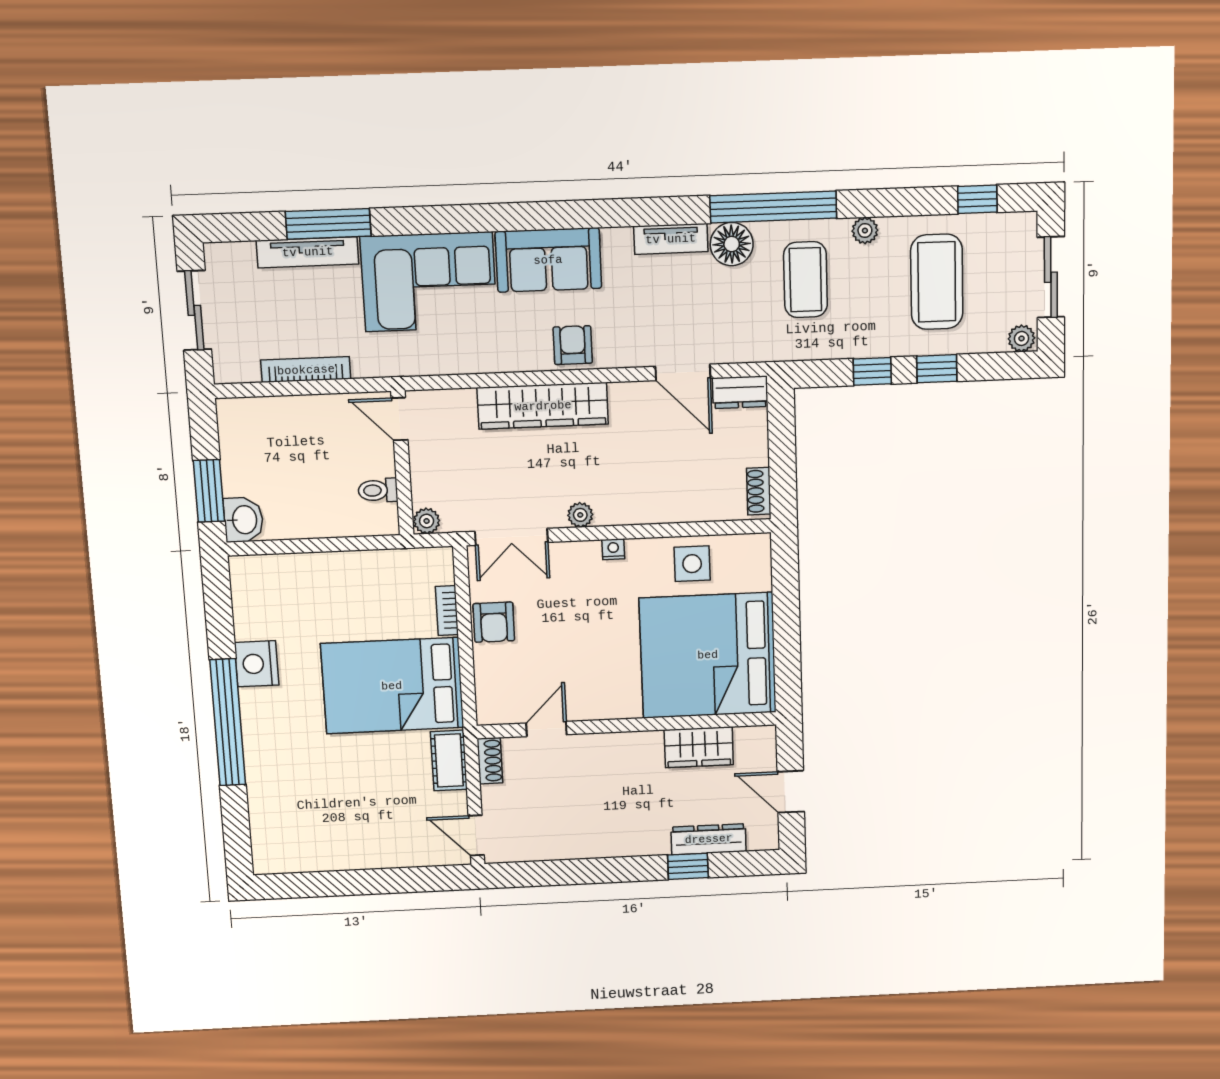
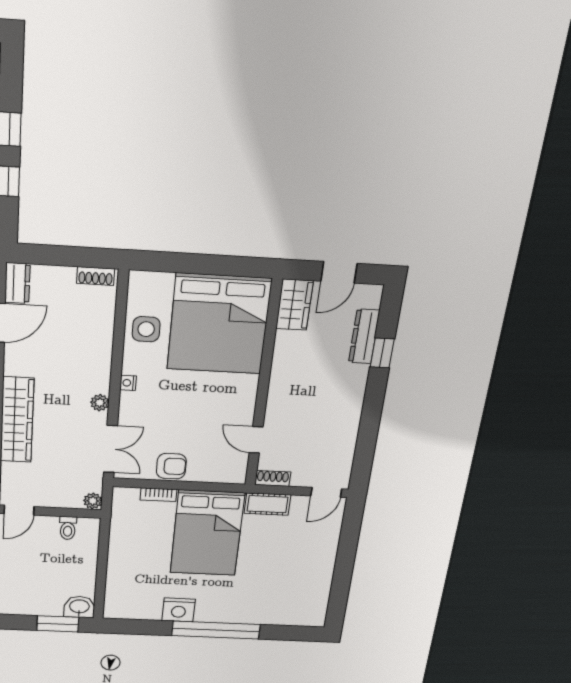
wardrobe: (699, 747) -> (294, 305), moved

